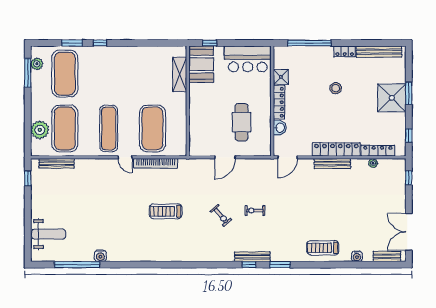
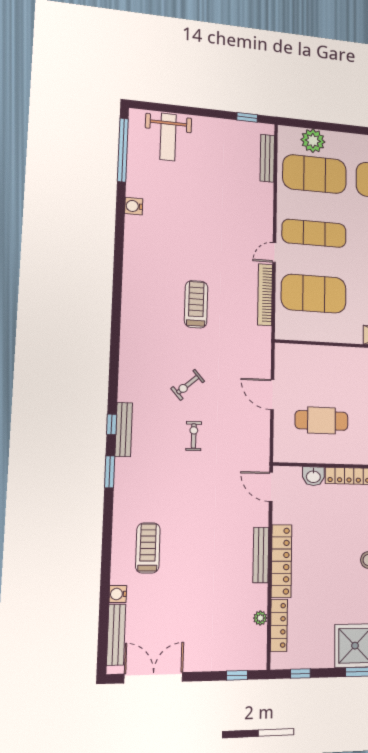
treadmill: (323, 248) -> (148, 548), moved
bench: (387, 256) -> (116, 635), width x1.36
window: (77, 265) -> (123, 150), moved

